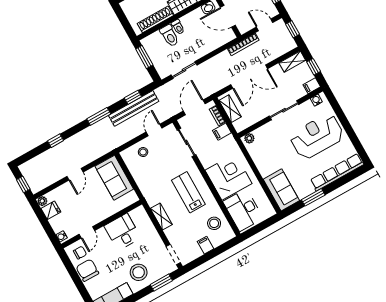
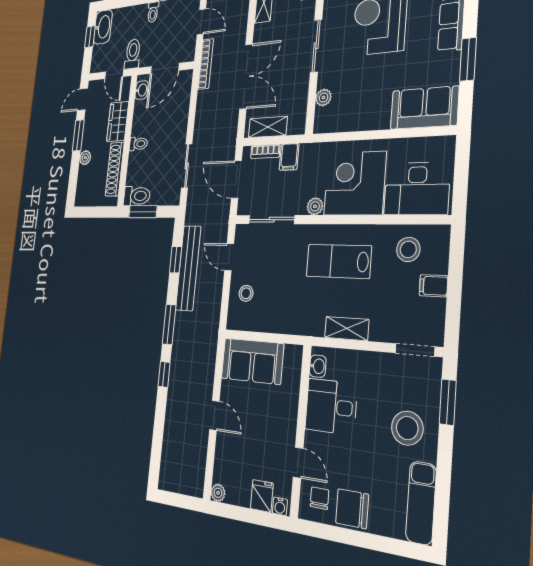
door: (265, 25) -> (201, 22), swing flipped
toilet: (169, 36) -> (137, 196), moved
plant: (249, 138) -> (323, 97), moved
window: (56, 141) -> (164, 374), moved
plant: (206, 163) -> (315, 206), added
window: (23, 184) -> (182, 501), removed
fridge: (51, 210) -> (262, 496), moved
washbasin: (135, 213) -> (318, 366), added

